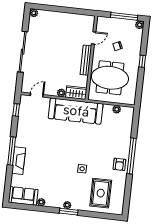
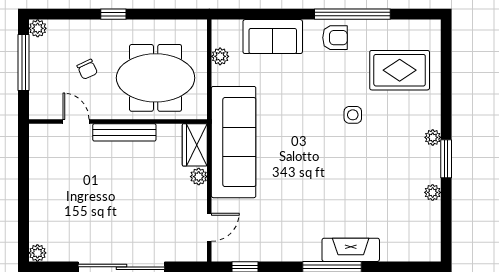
meeting table: (110, 78) -> (156, 78), turned 90
door: (37, 95) -> (209, 227), swing flipped
window: (132, 156) -> (352, 14), moved
sofa: (23, 196) -> (273, 37), moved, turned -90
window: (69, 212) -> (446, 159), moved

